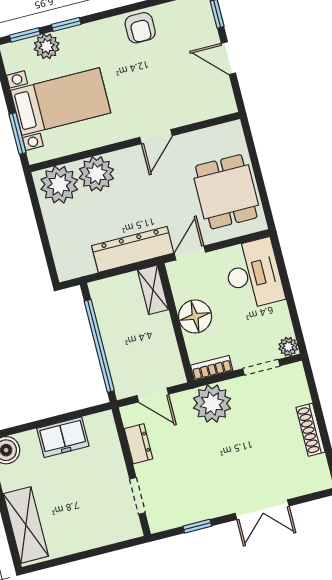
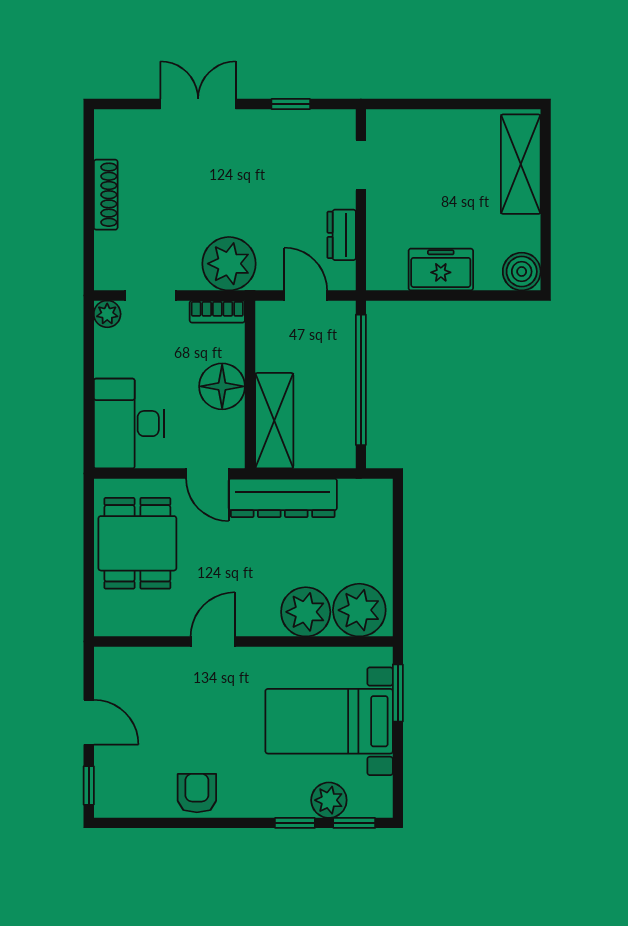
door: (190, 253) -> (207, 474), hinge flipped
shelving: (153, 290) -> (274, 421), width x1.50, depth x1.33

